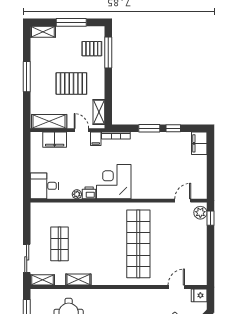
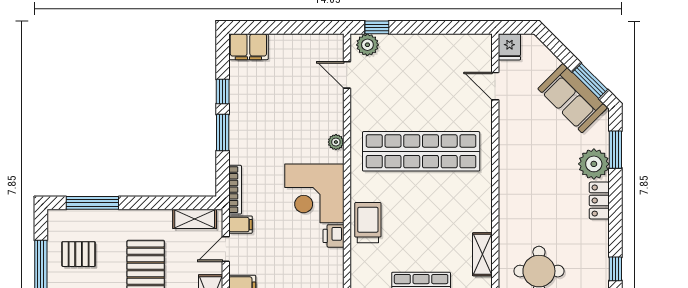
pallet: (92, 49) -> (79, 254), moved, turned 90
plant: (77, 194) -> (336, 142), moved
trolley: (97, 213) -> (368, 223), added

